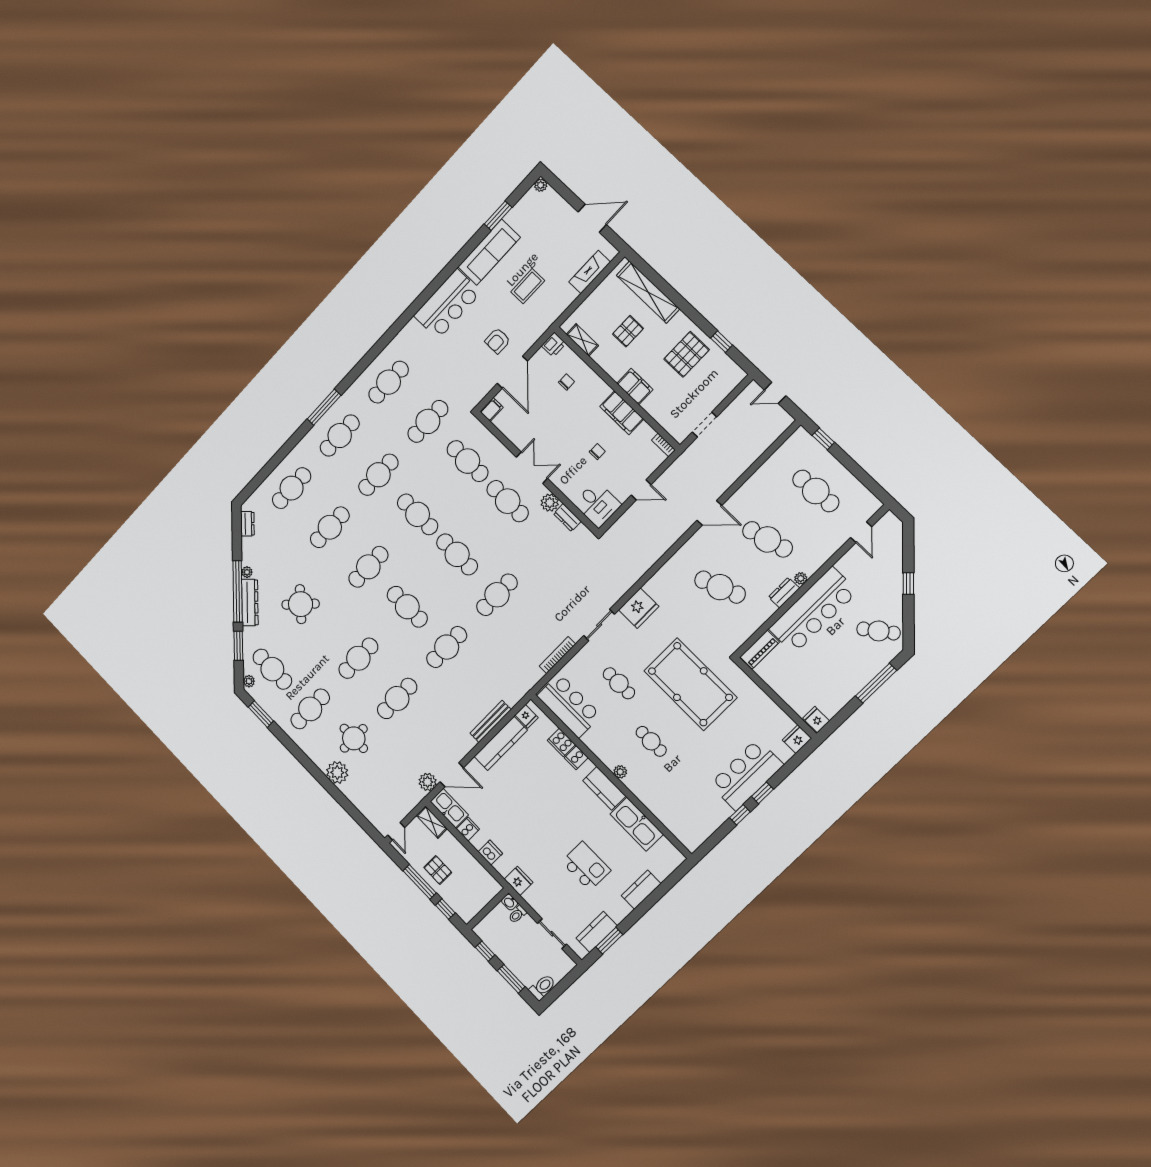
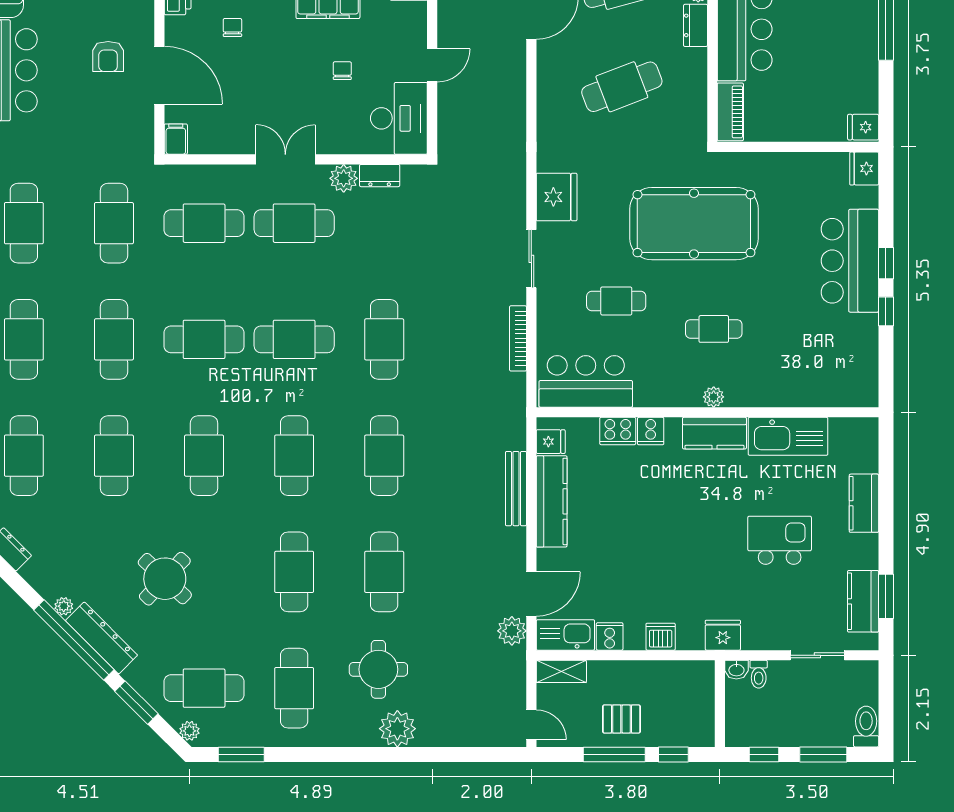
desk: (597, 504) -> (399, 118), width x1.37
cafe table: (407, 607) -> (294, 456), turned 90

